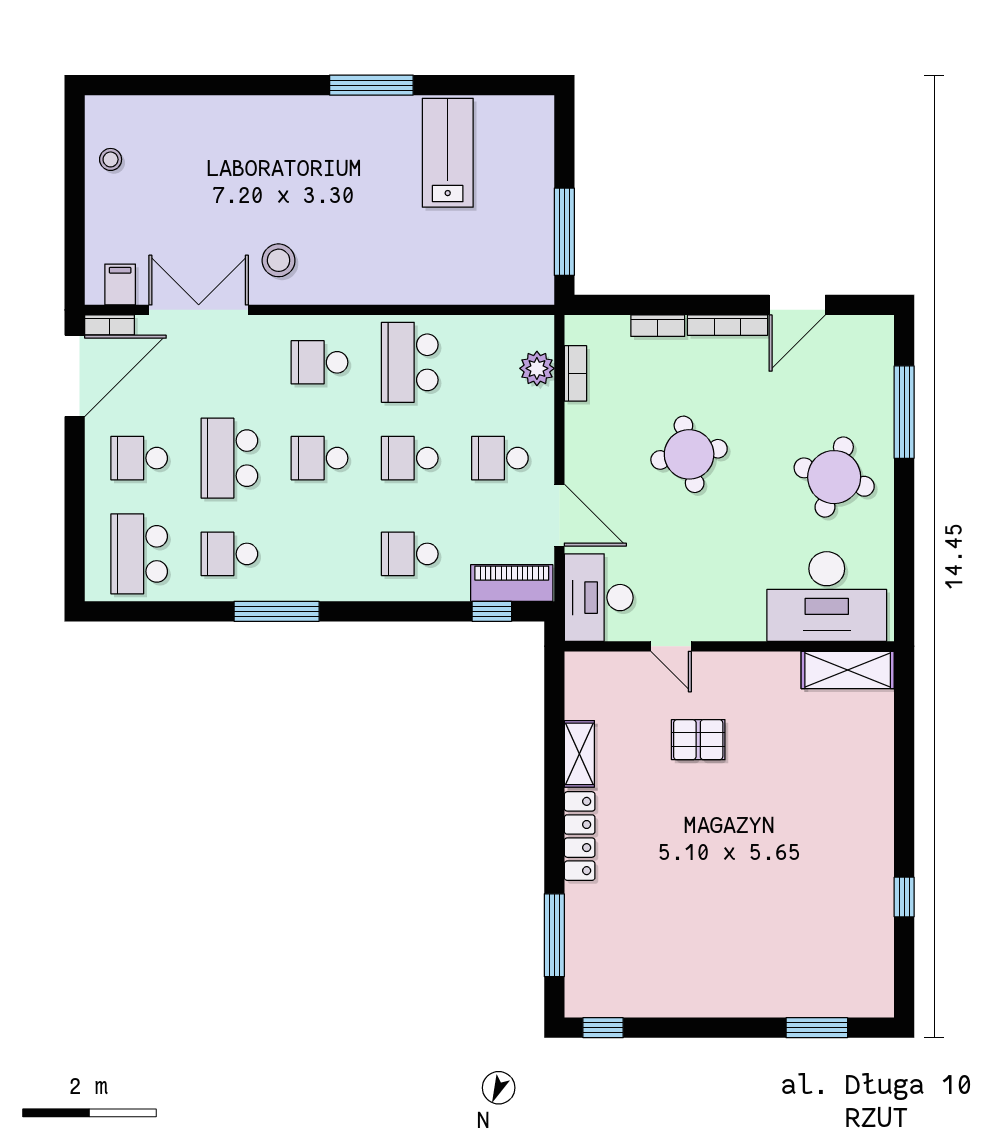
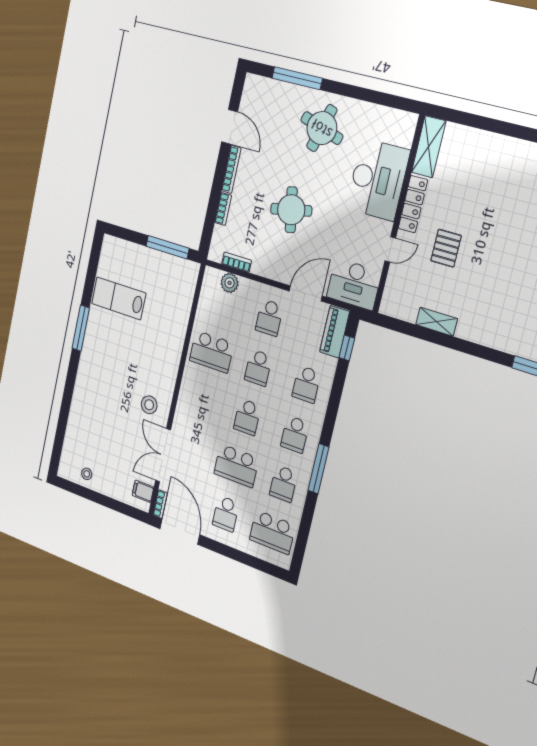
school desk: (320, 362) -> (295, 434), moved
desk: (827, 597) -> (378, 180), moved
locker: (580, 836) -> (413, 204), moved, turned 90

